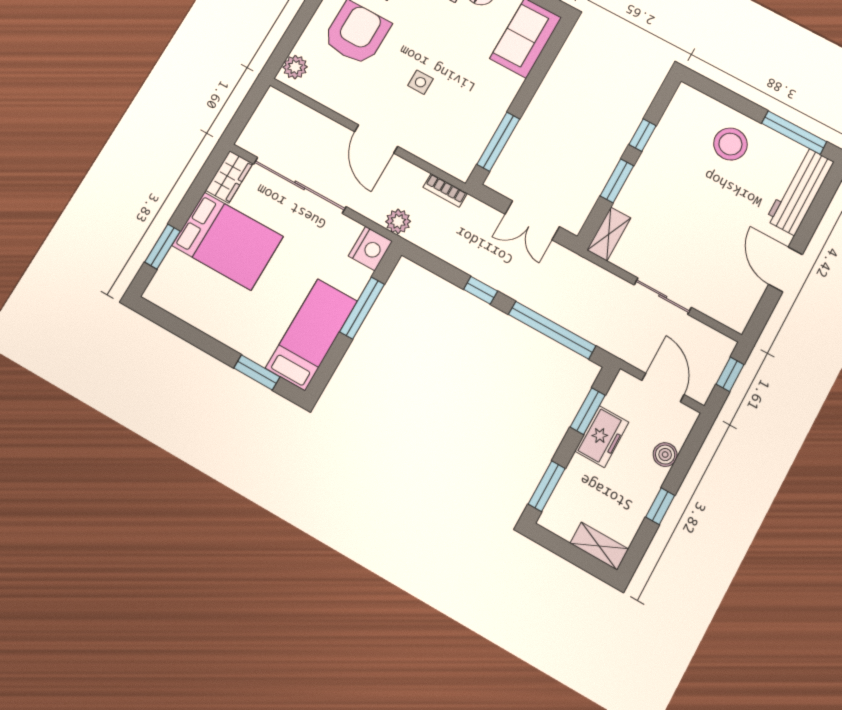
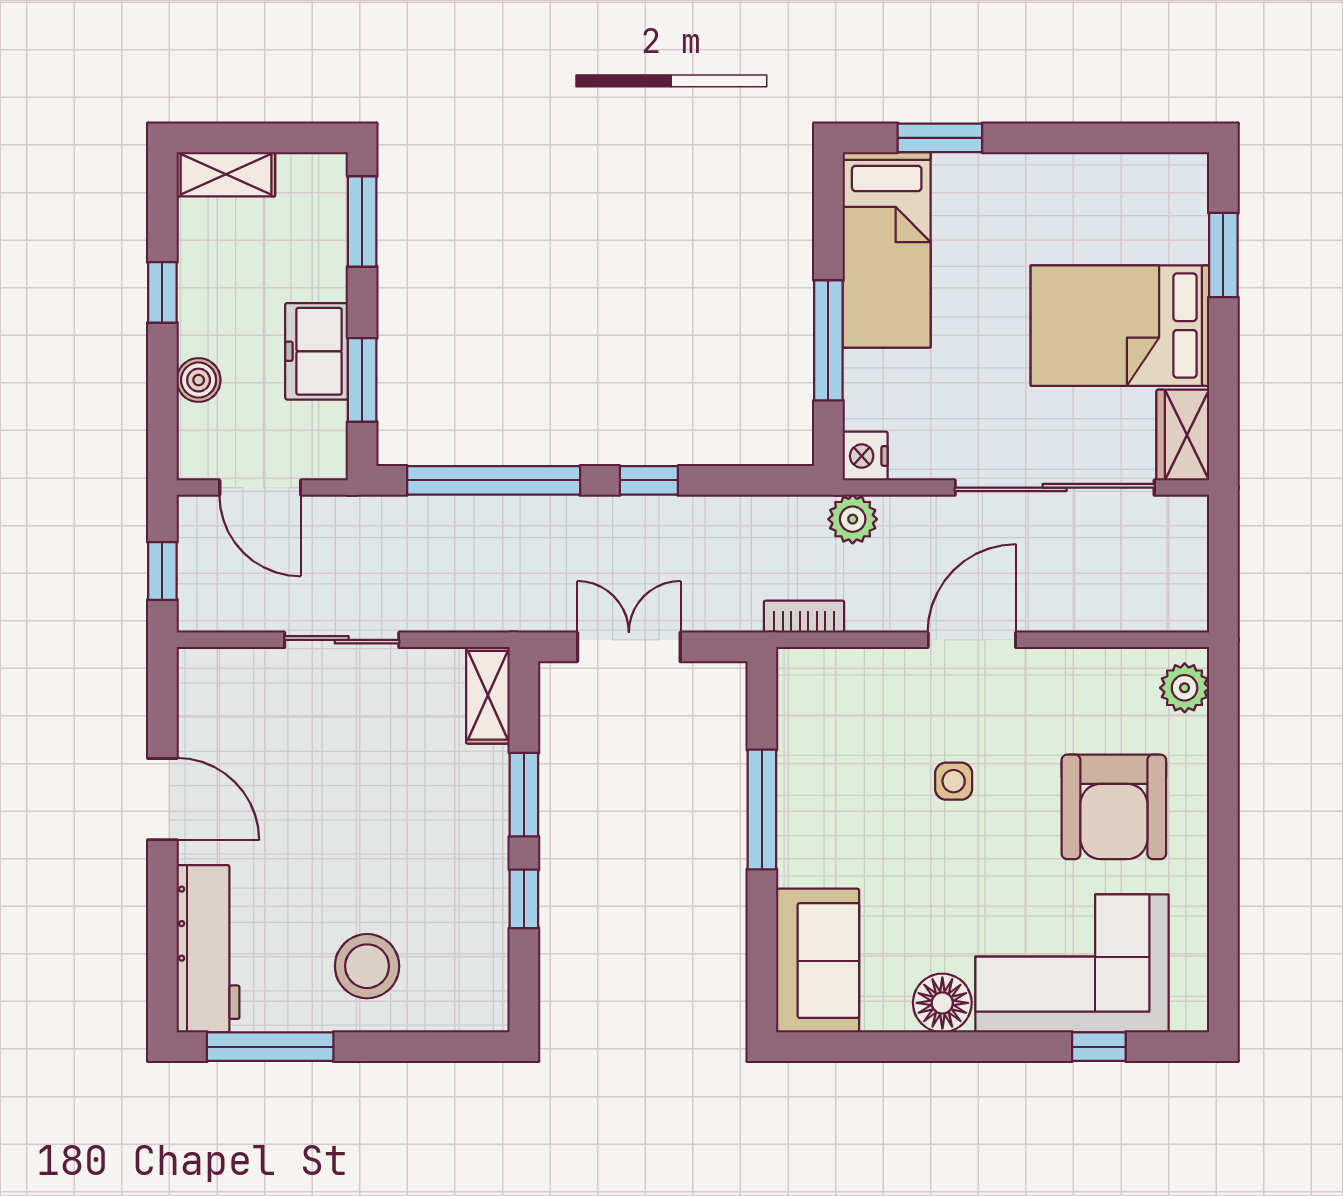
door: (376, 139) -> (972, 640), hinge flipped
window: (498, 142) -> (762, 809), moved
nightstand: (370, 249) -> (865, 456), width x0.74, depth x0.75

